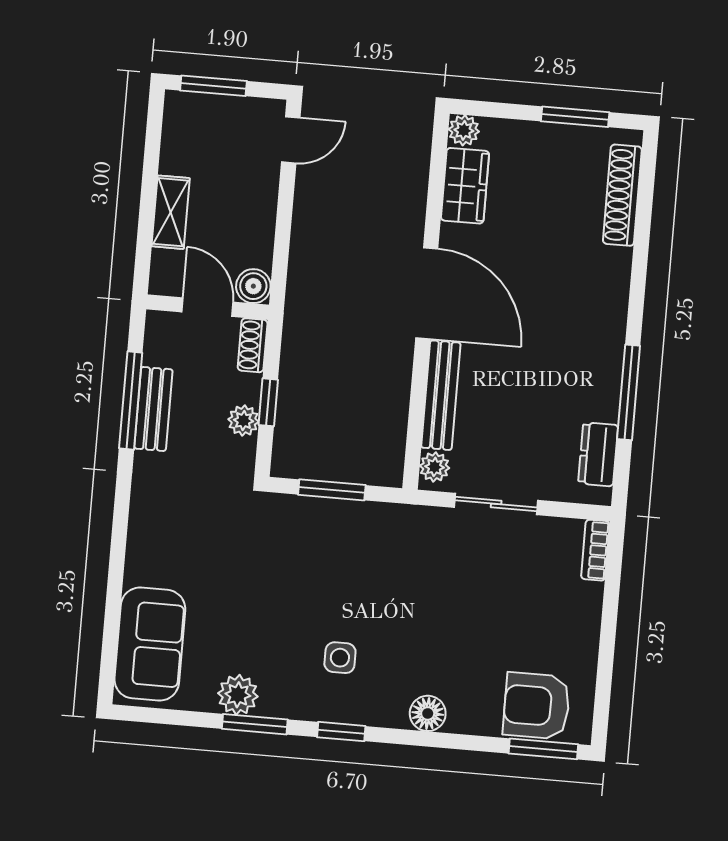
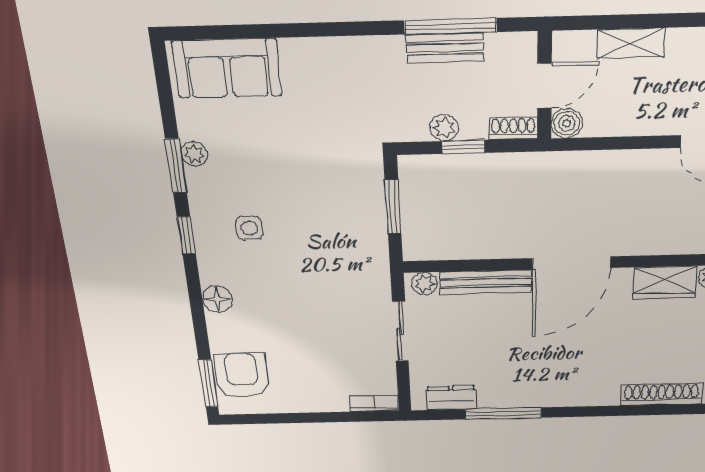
plant: (238, 695) -> (194, 154), width x0.73, depth x0.73

